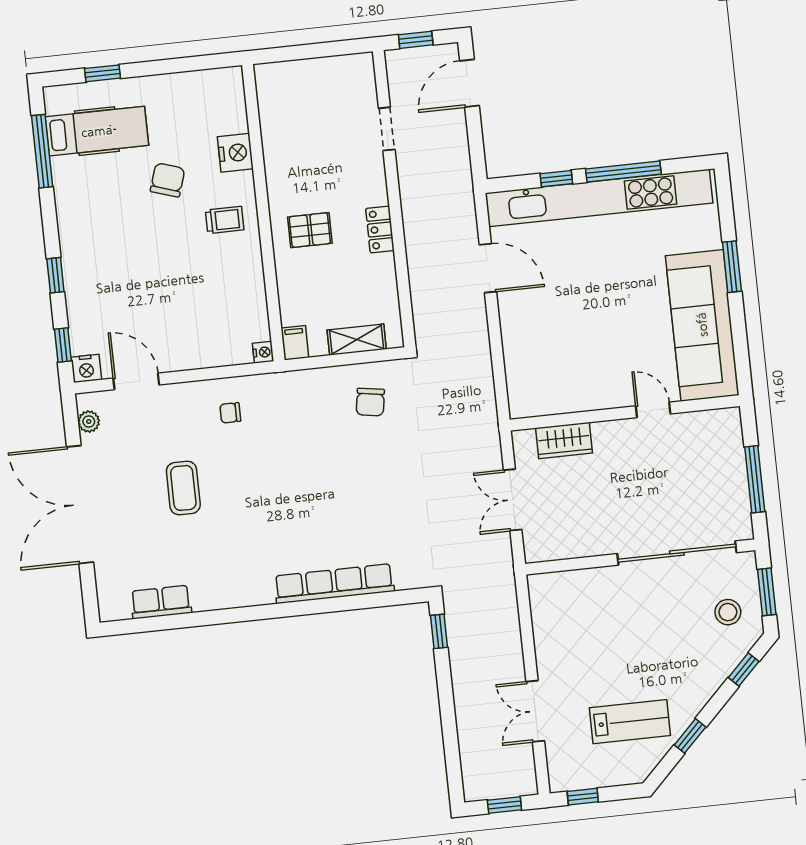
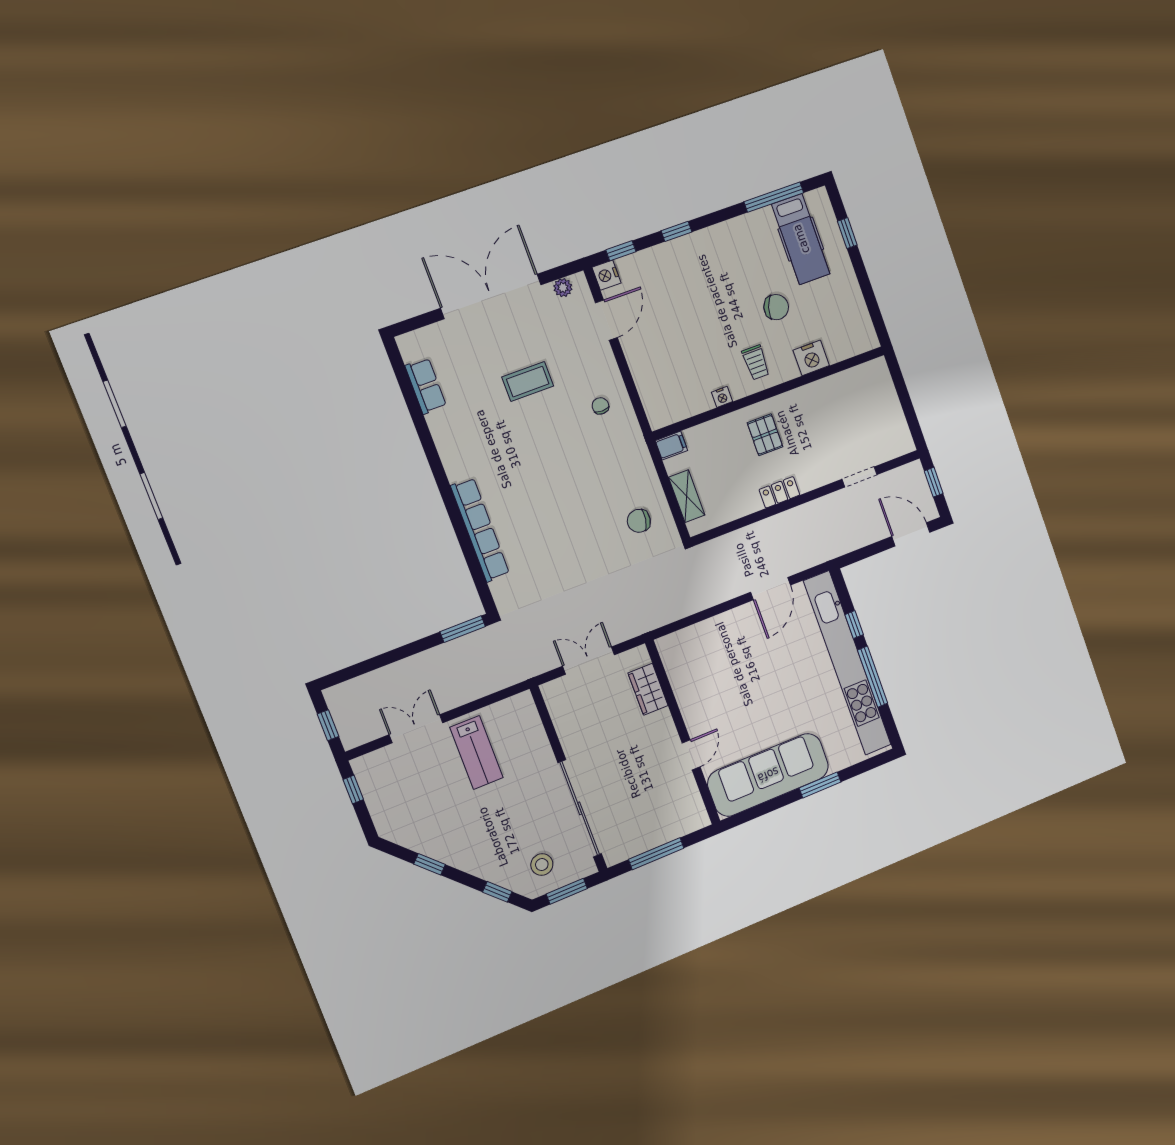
nightstand: (263, 352) -> (722, 397), moved
window: (439, 631) -> (463, 629), width x1.50
lab bench: (630, 722) -> (477, 753), moved

